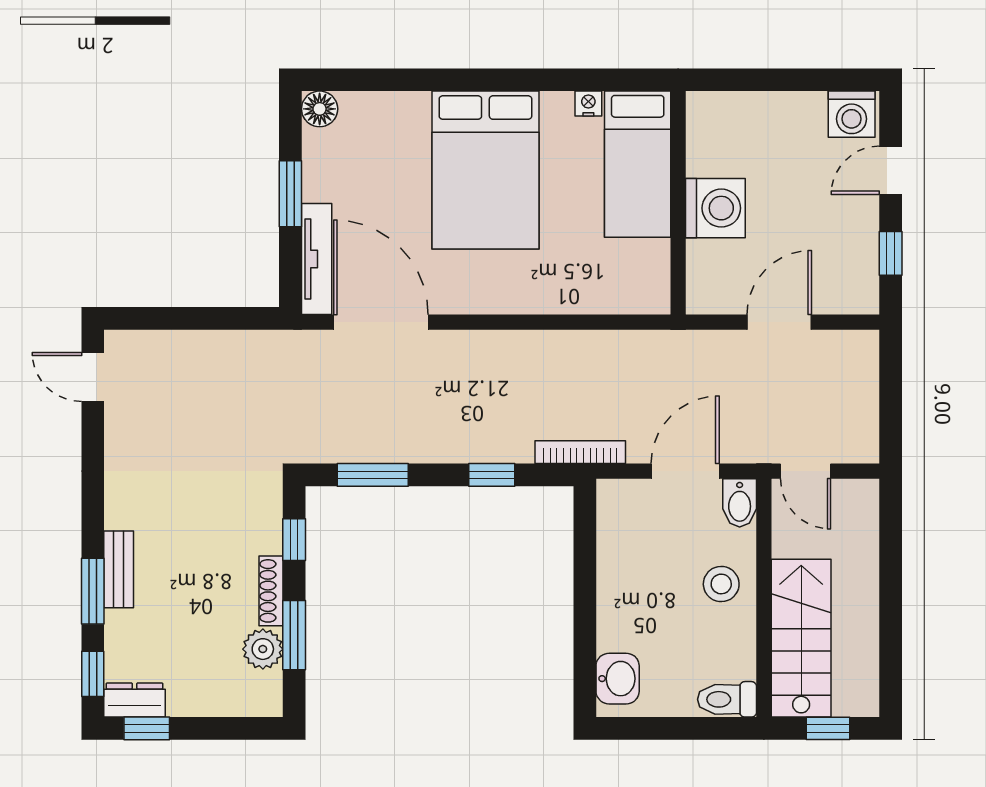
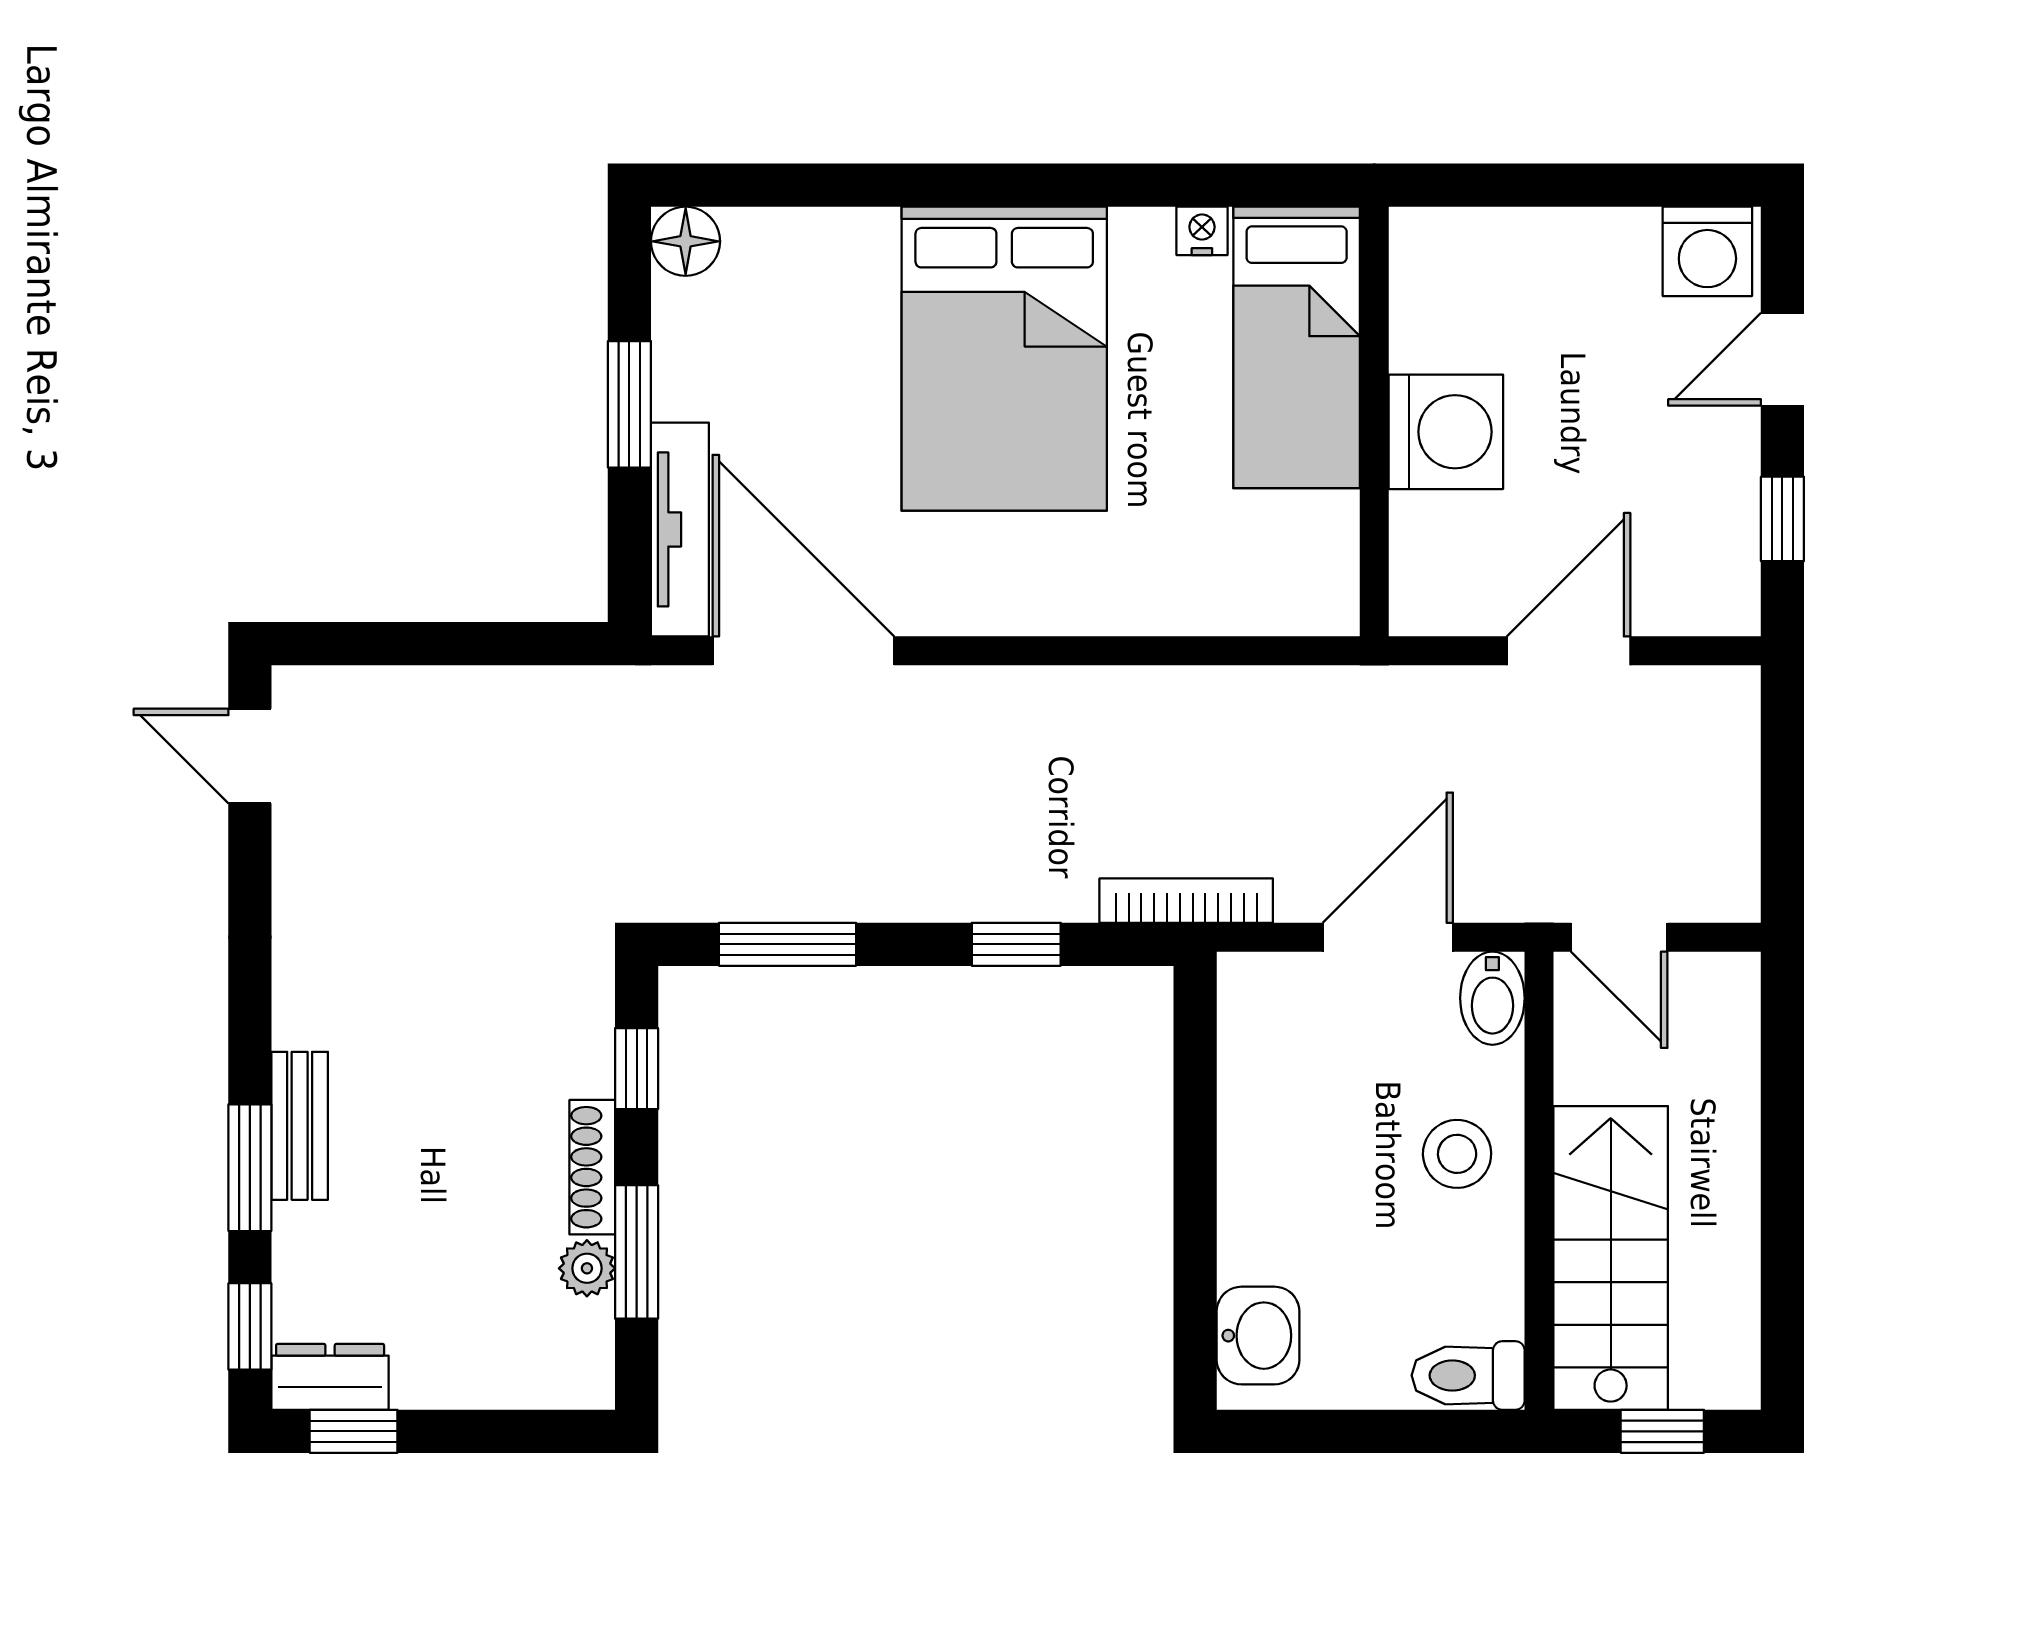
plant: (263, 649) -> (587, 1268), width x0.73, depth x0.73

